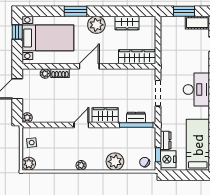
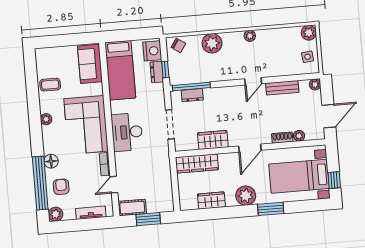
wardrobe: (105, 115) -> (213, 140), moved, turned 180
bench: (56, 117) -> (282, 88), added
window: (158, 155) -> (165, 70), moved

